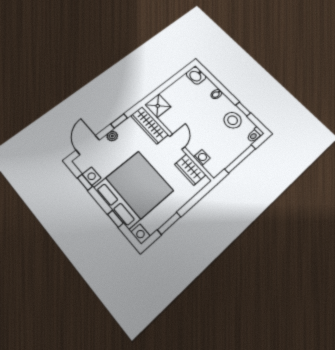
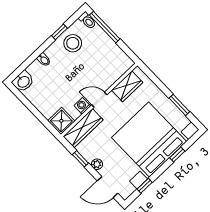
washing machine: (202, 158) -> (82, 106), moved
window: (240, 159) -> (105, 27), moved

